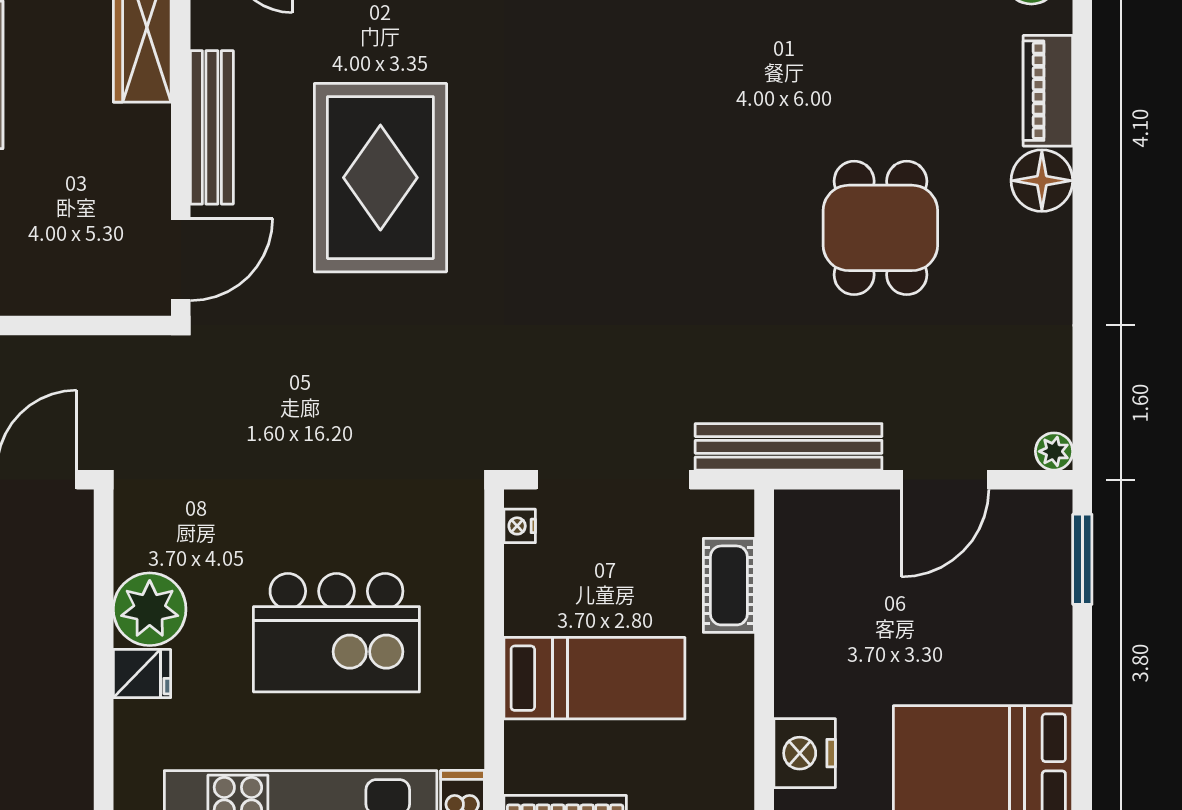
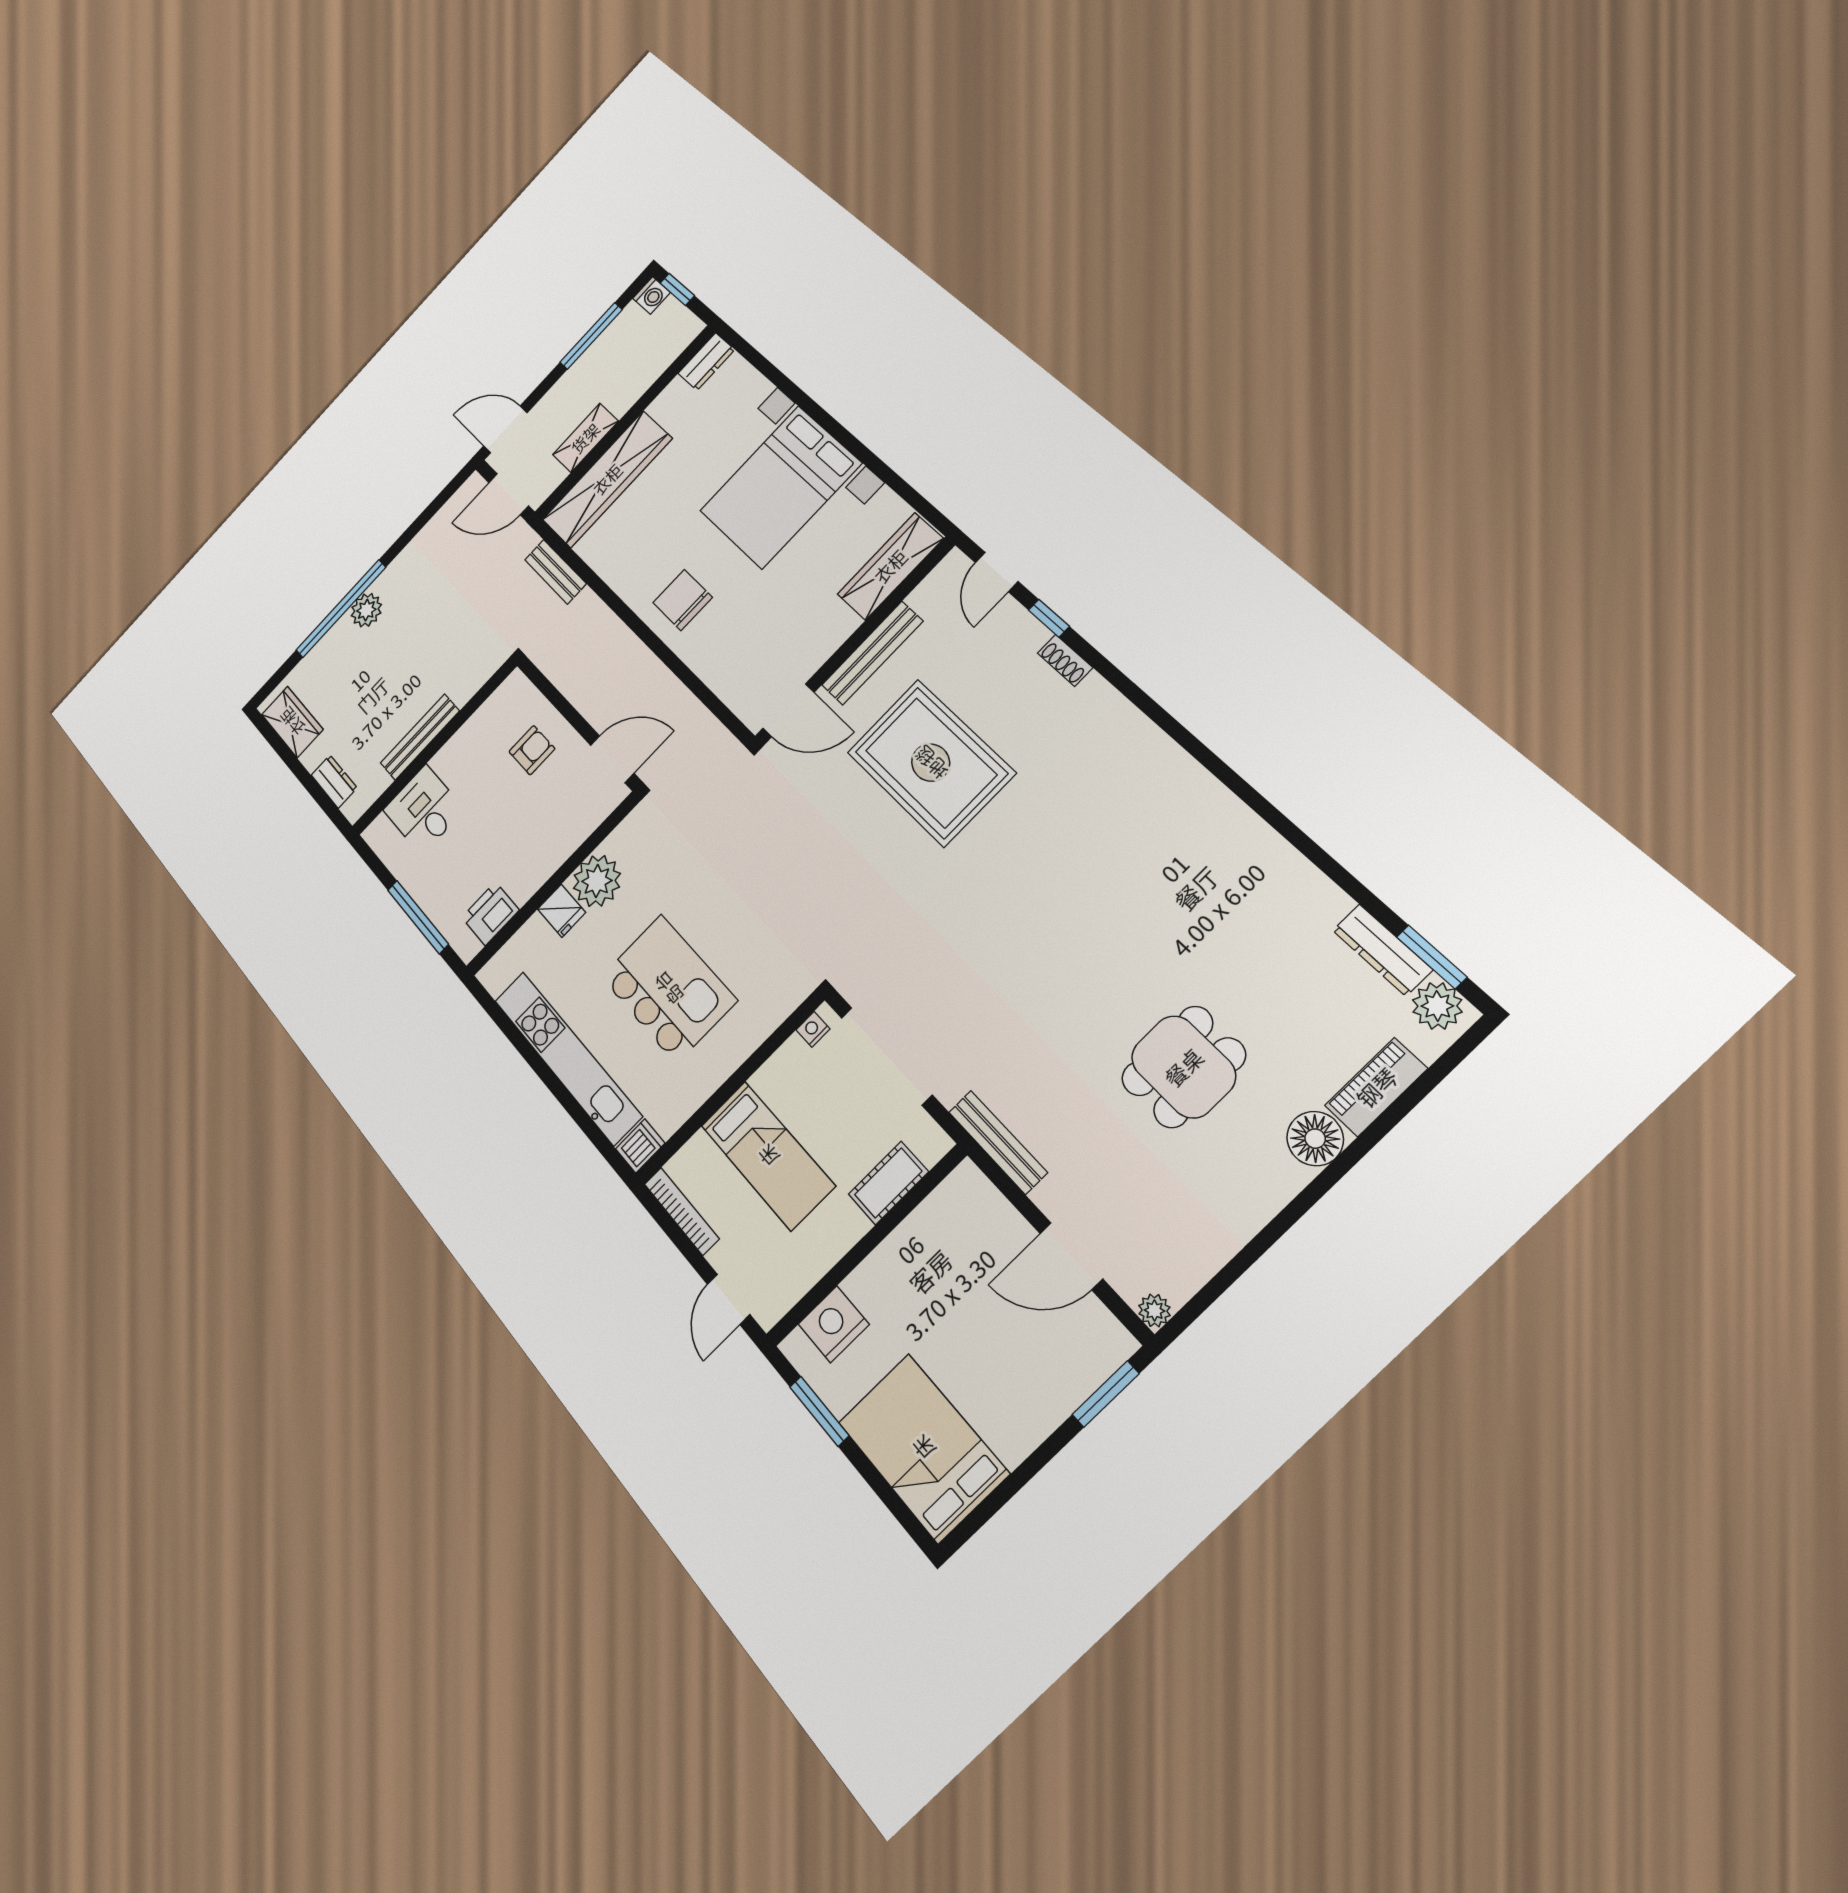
rug: (380, 178) -> (931, 763), turned 90
bench: (789, 447) -> (998, 1142), width x0.73, depth x0.82
kitchen island: (336, 633) -> (668, 989), turned 180
printer: (65, 753) -> (490, 914), added

